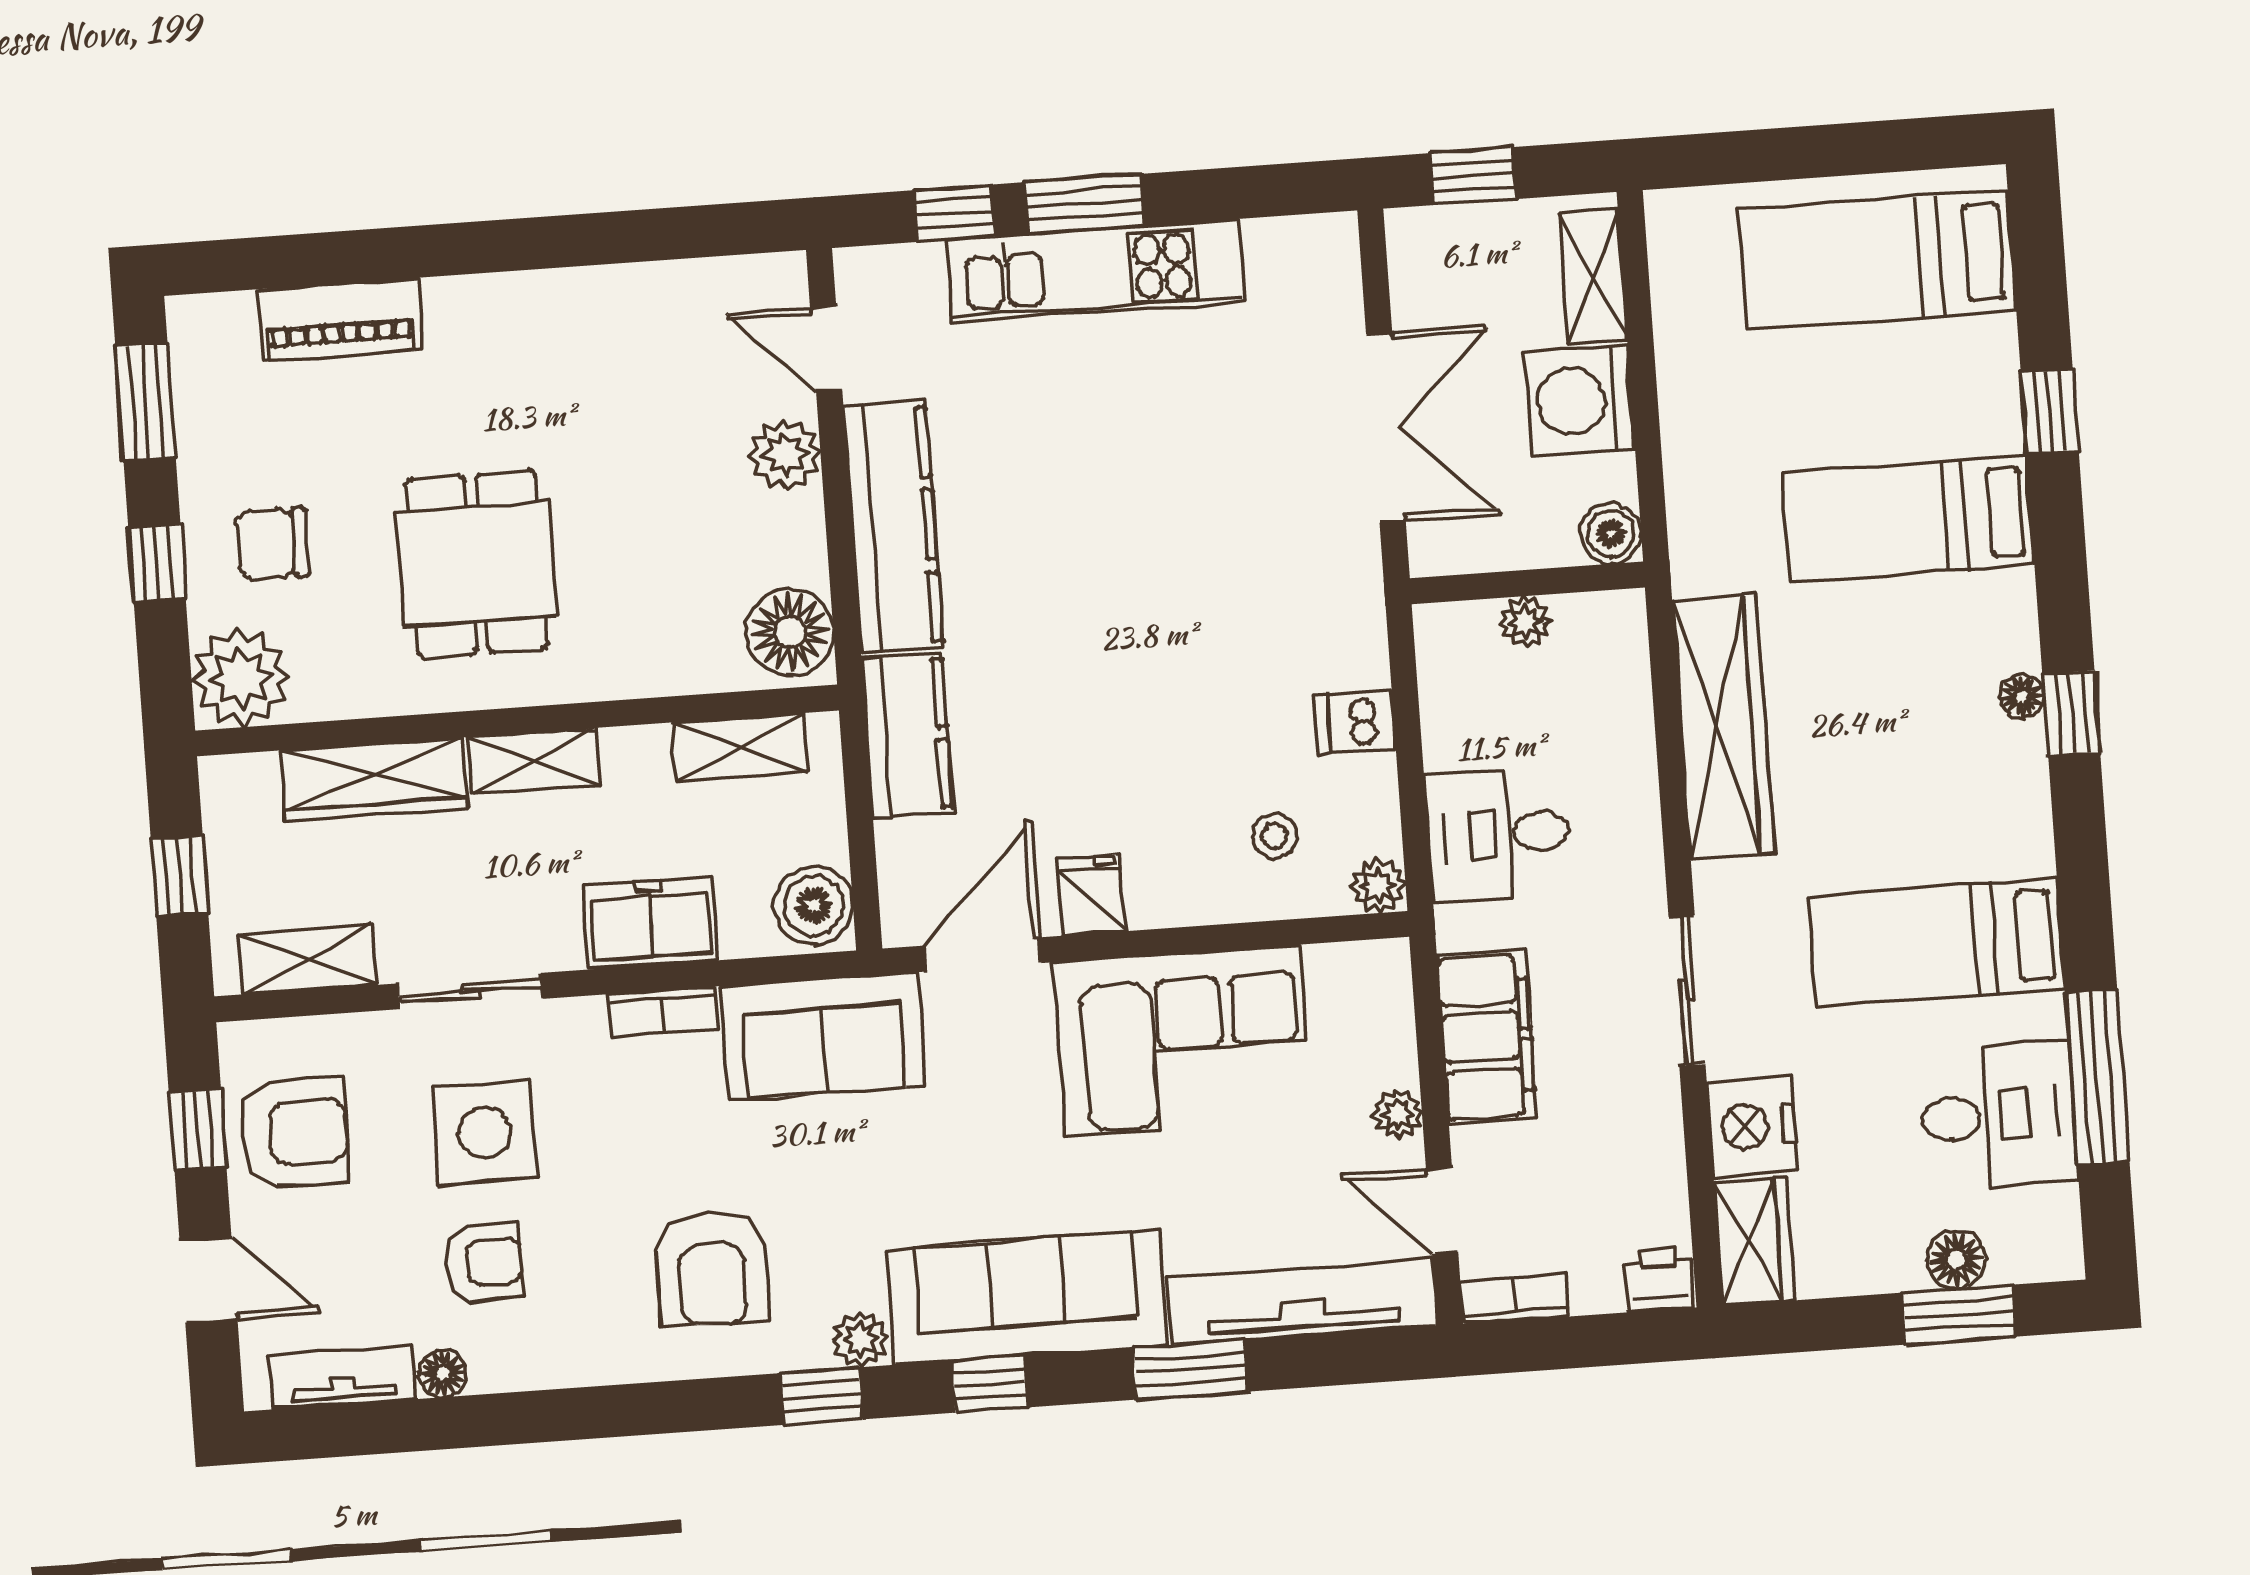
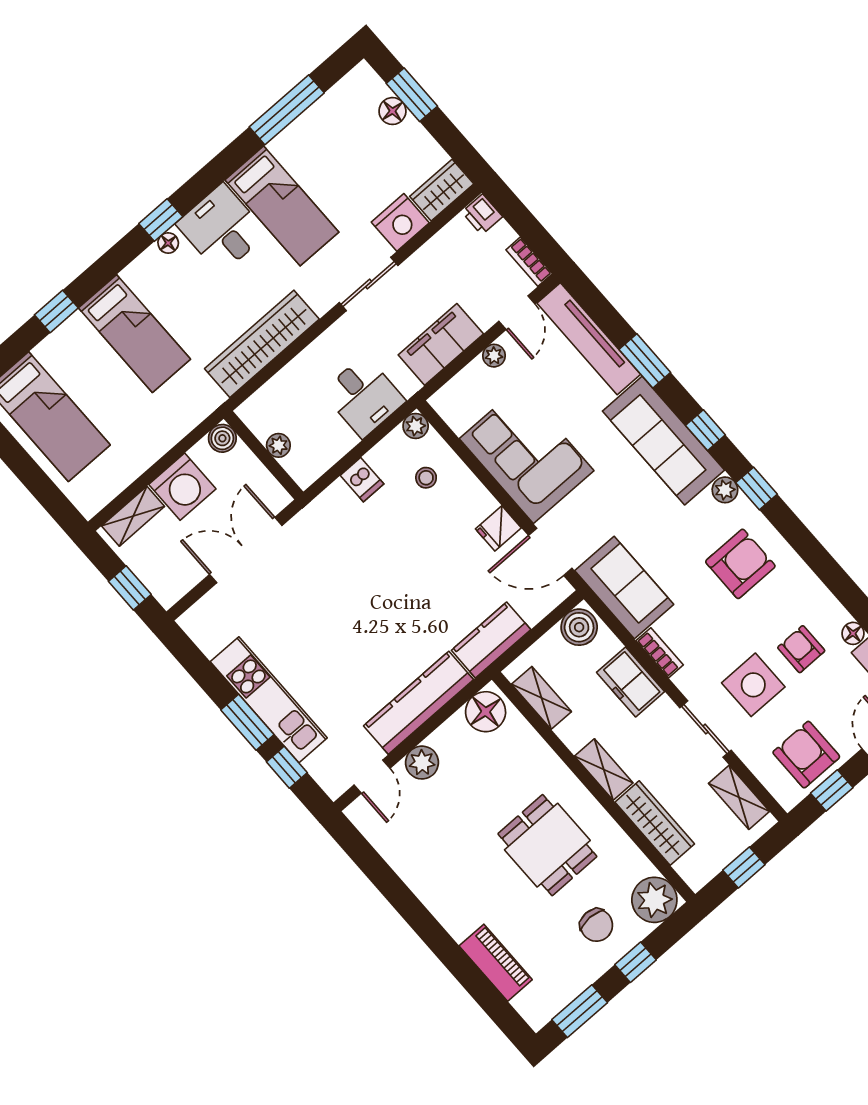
dining table: (477, 564) -> (547, 845), turned 90
desk: (1998, 1116) -> (222, 229), moved

